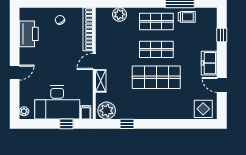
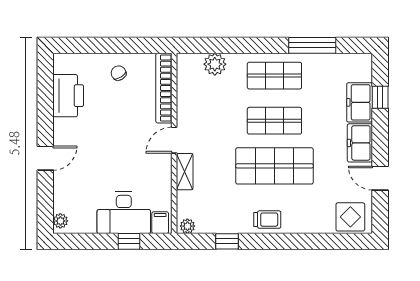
trolley: (187, 17) -> (267, 220), moved
freezer: (209, 38) -> (360, 102), added
desk: (57, 102) -> (124, 213), width x0.73, depth x0.77
plant: (107, 111) -> (187, 226), width x0.53, depth x0.53

